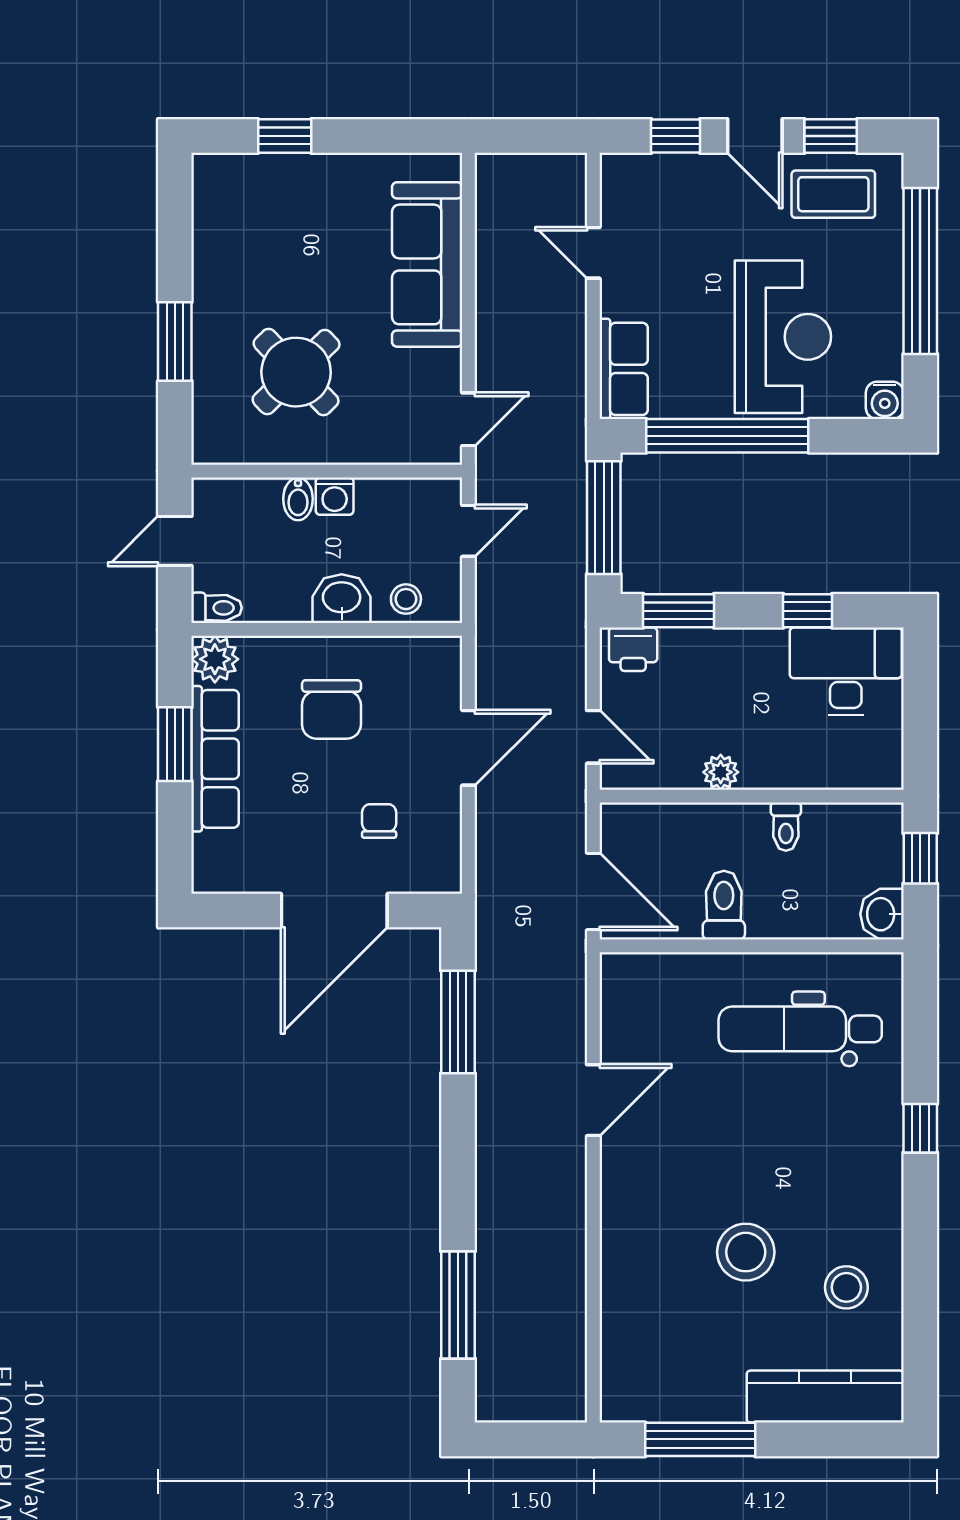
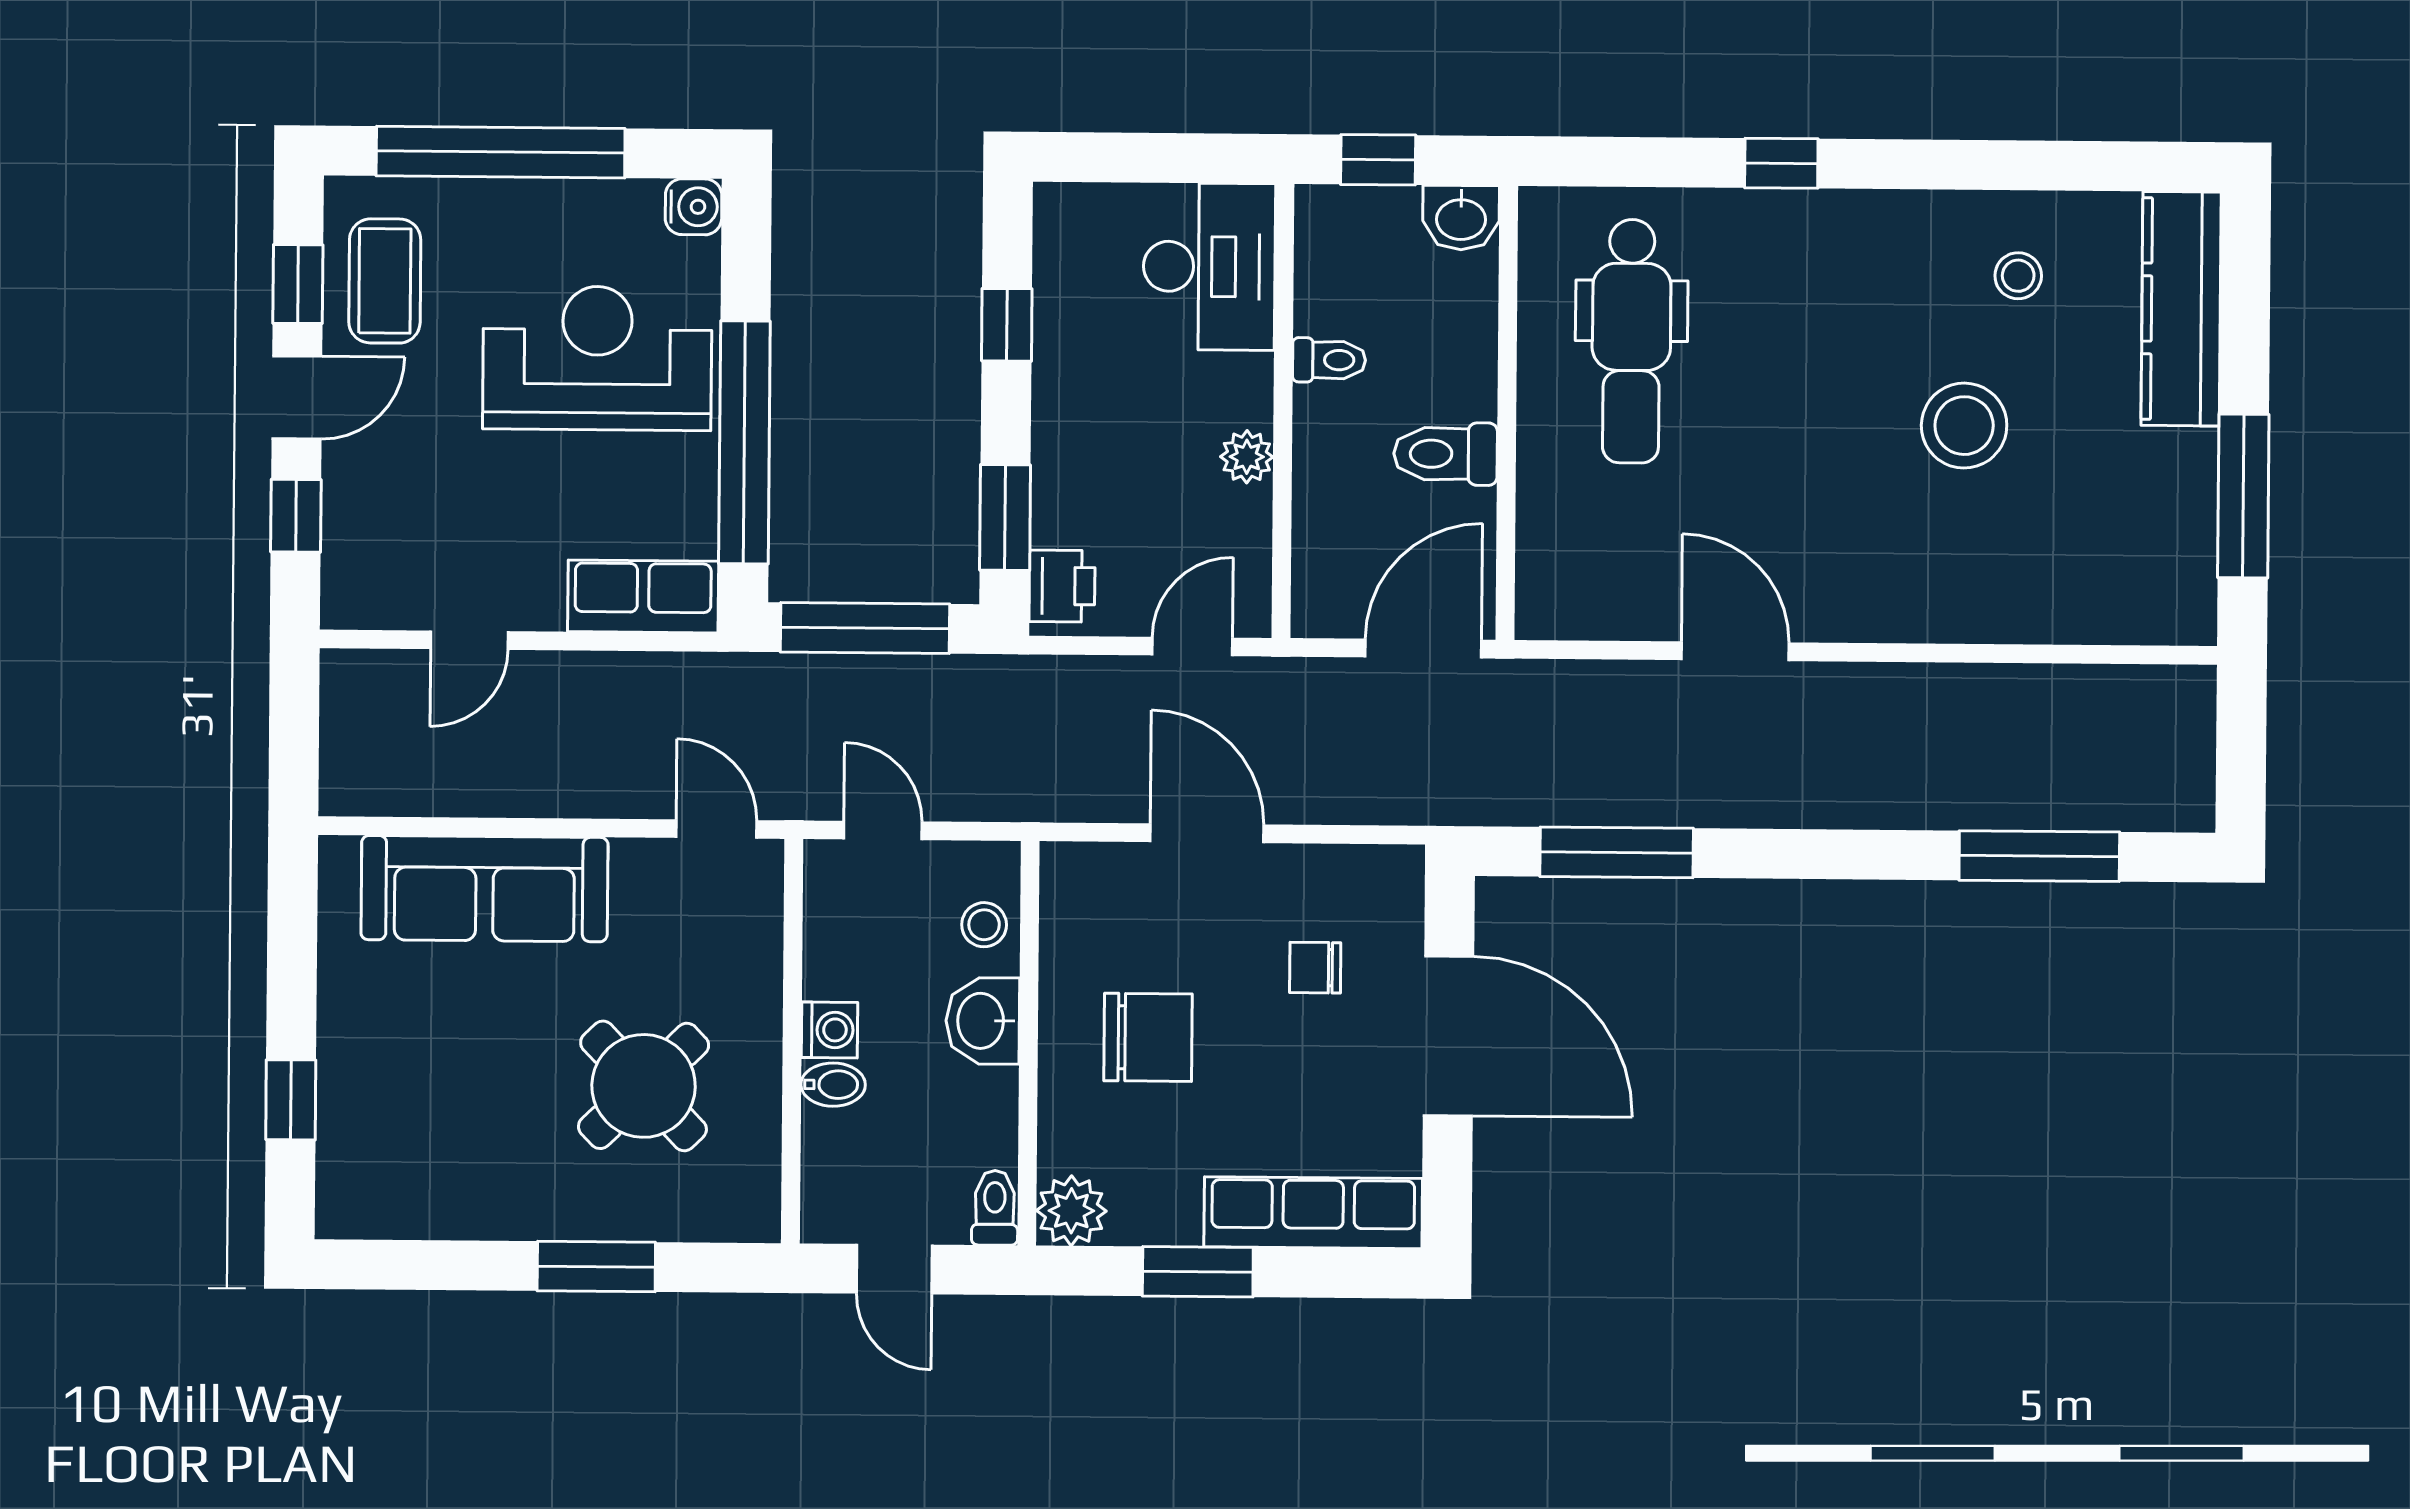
desk: (846, 671) -> (1209, 267), moved, turned 180
row of seats: (215, 759) -> (1313, 1213), moved
stool: (846, 1287) -> (2018, 276), width x0.73, depth x0.73

